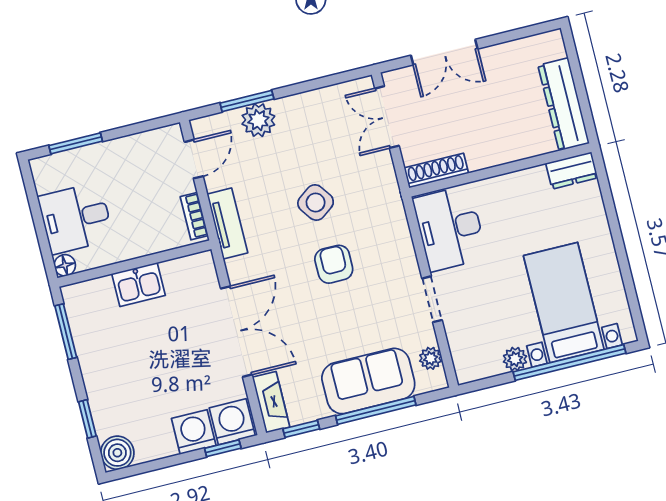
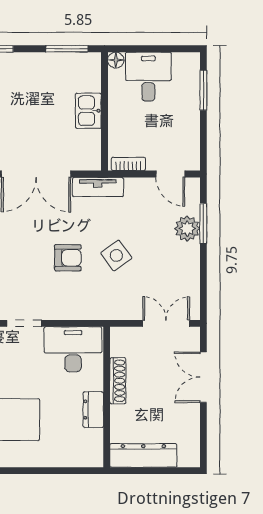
shoe rack: (436, 171) -> (118, 381), moved
dresser: (572, 171) -> (93, 410), moved
tv unit: (227, 224) -> (98, 187), moved

